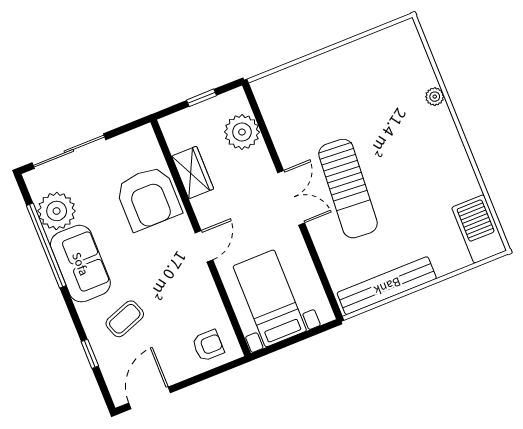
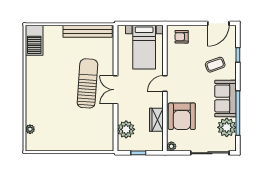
plant: (435, 97) -> (30, 129), moved
plant: (145, 134) -> (171, 146), added
armchair: (148, 198) -> (182, 116), turned 180

